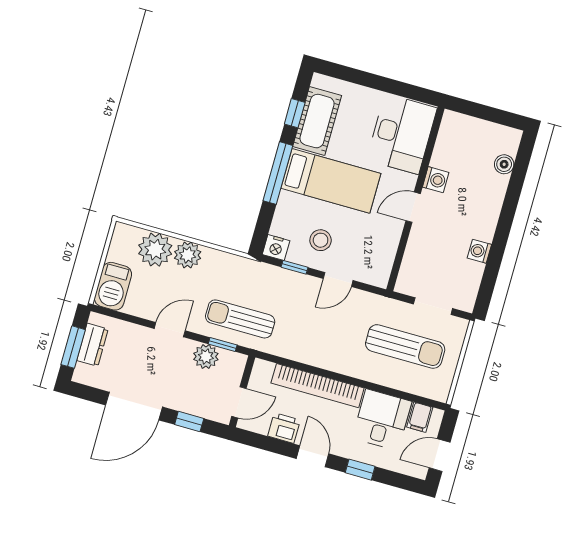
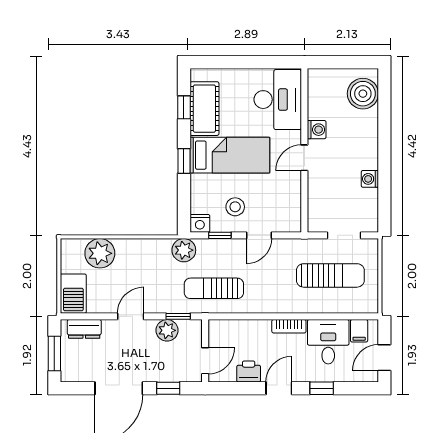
boiler: (504, 164) -> (363, 94), width x1.86, depth x1.86
window: (278, 173) -> (184, 161), width x0.46
plant: (188, 255) -> (184, 250), moved
sun lounger: (240, 319) -> (214, 288), moved
dresser: (92, 345) -> (84, 329), moved, turned 90
bookcase: (318, 386) -> (289, 326), width x0.43, depth x0.76
door: (312, 456) -> (279, 388), hinge flipped

